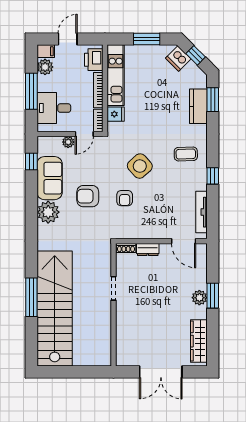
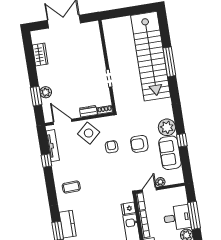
desk: (54, 108) -> (177, 218), moved
window: (31, 161) -> (182, 140), moved
side table: (140, 166) -> (89, 133), moved
window: (213, 176) -> (46, 161), moved
armchair: (88, 196) -> (139, 144), turned 180
window: (213, 296) -> (36, 96), moved
plant: (199, 298) -> (46, 92), moved
wardrobe: (199, 341) -> (40, 54), width x0.67

